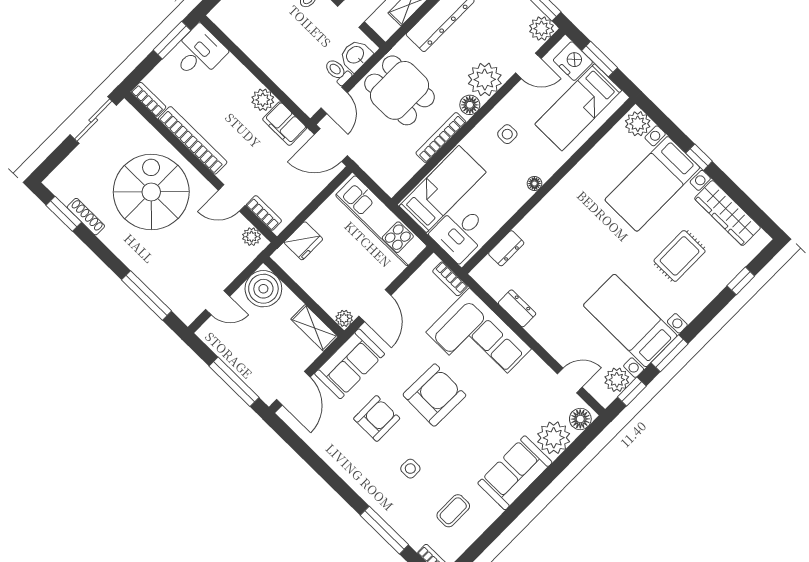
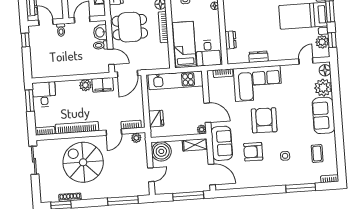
armchair: (377, 419) -> (253, 152), turned -90

